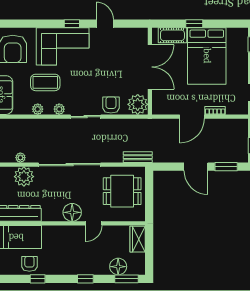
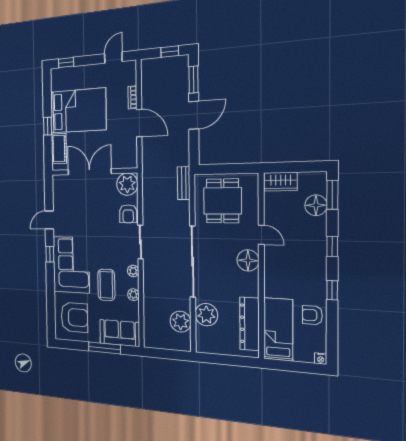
armchair: (111, 105) -> (128, 214), turned -90
plant: (20, 158) -> (180, 322), width x1.87, depth x1.87
window: (38, 279) -> (332, 290), moved

